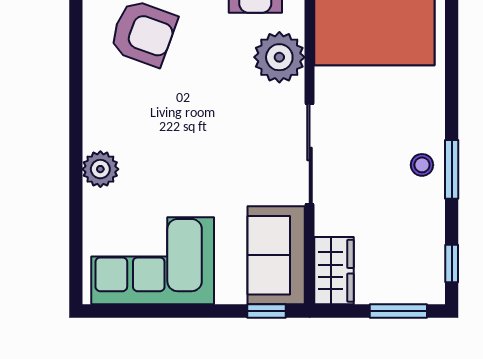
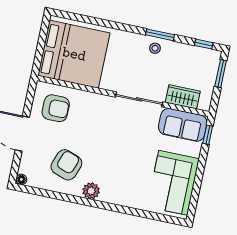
plant: (279, 57) -> (91, 104), removed
plant: (100, 169) -> (91, 191), moved
wardrobe: (334, 271) -> (183, 97), moved

